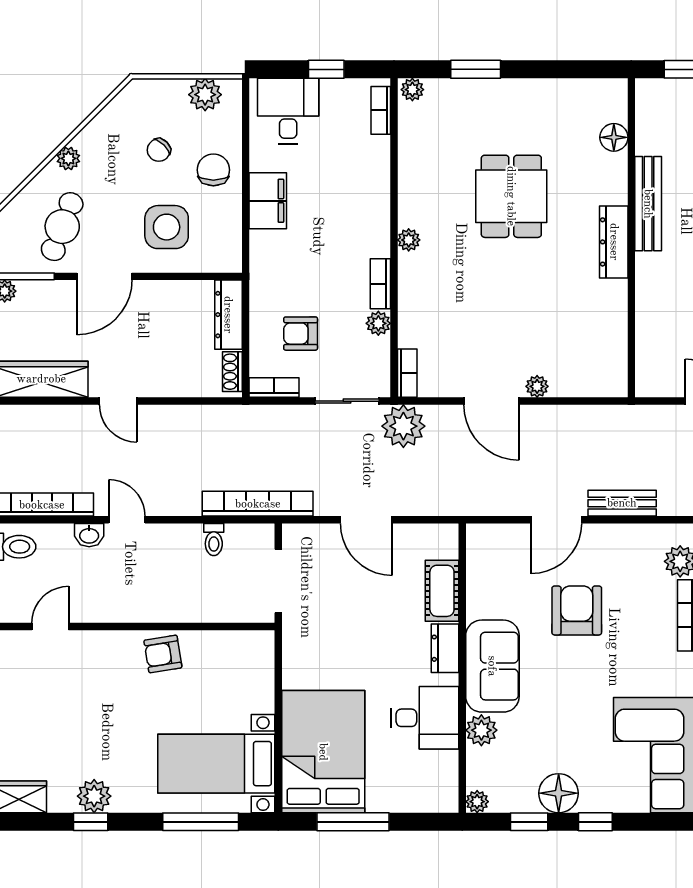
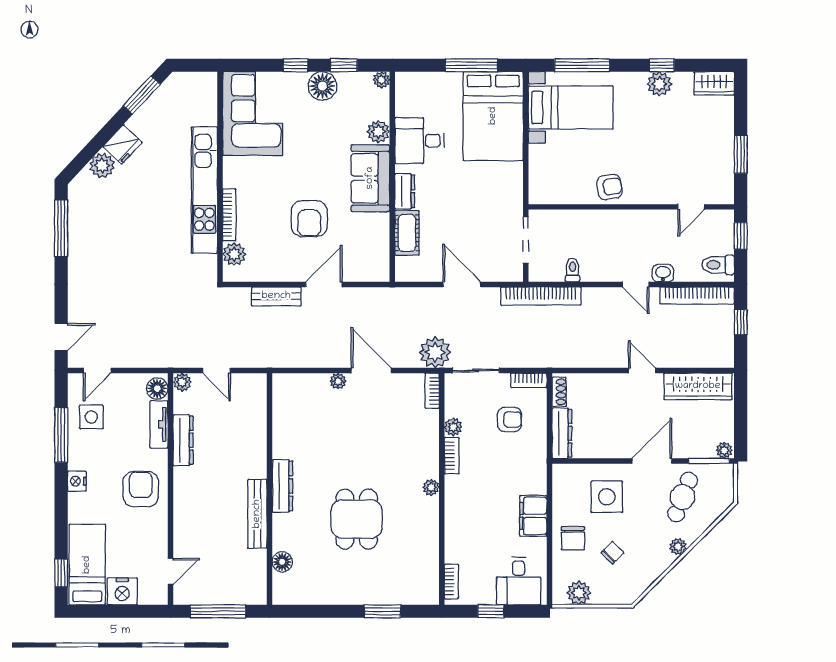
plant: (412, 90) -> (428, 597), removed

